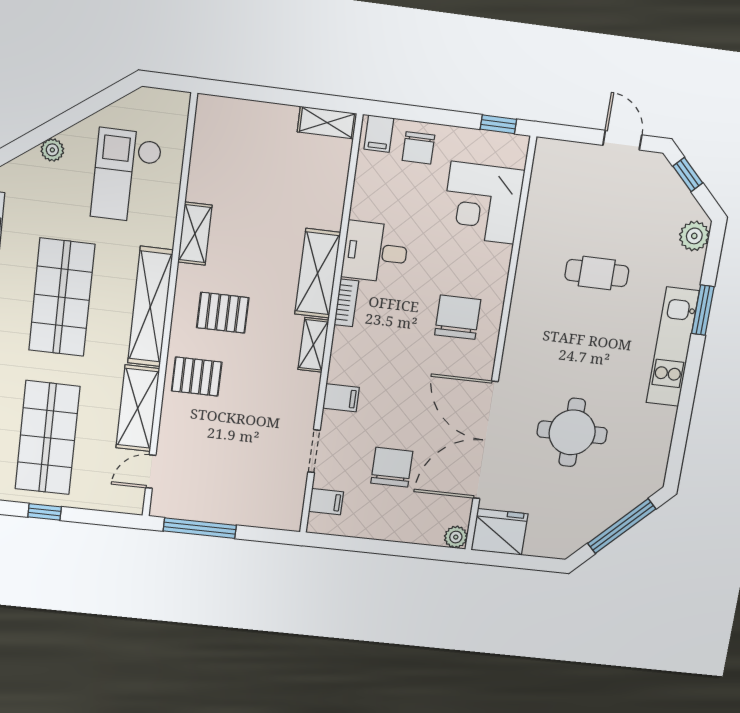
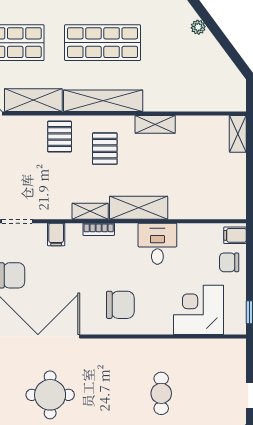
shelving: (327, 123) -> (238, 134), moved
checkout: (126, 176) -> (187, 76), removed
bookcase: (346, 303) -> (99, 229), moved

